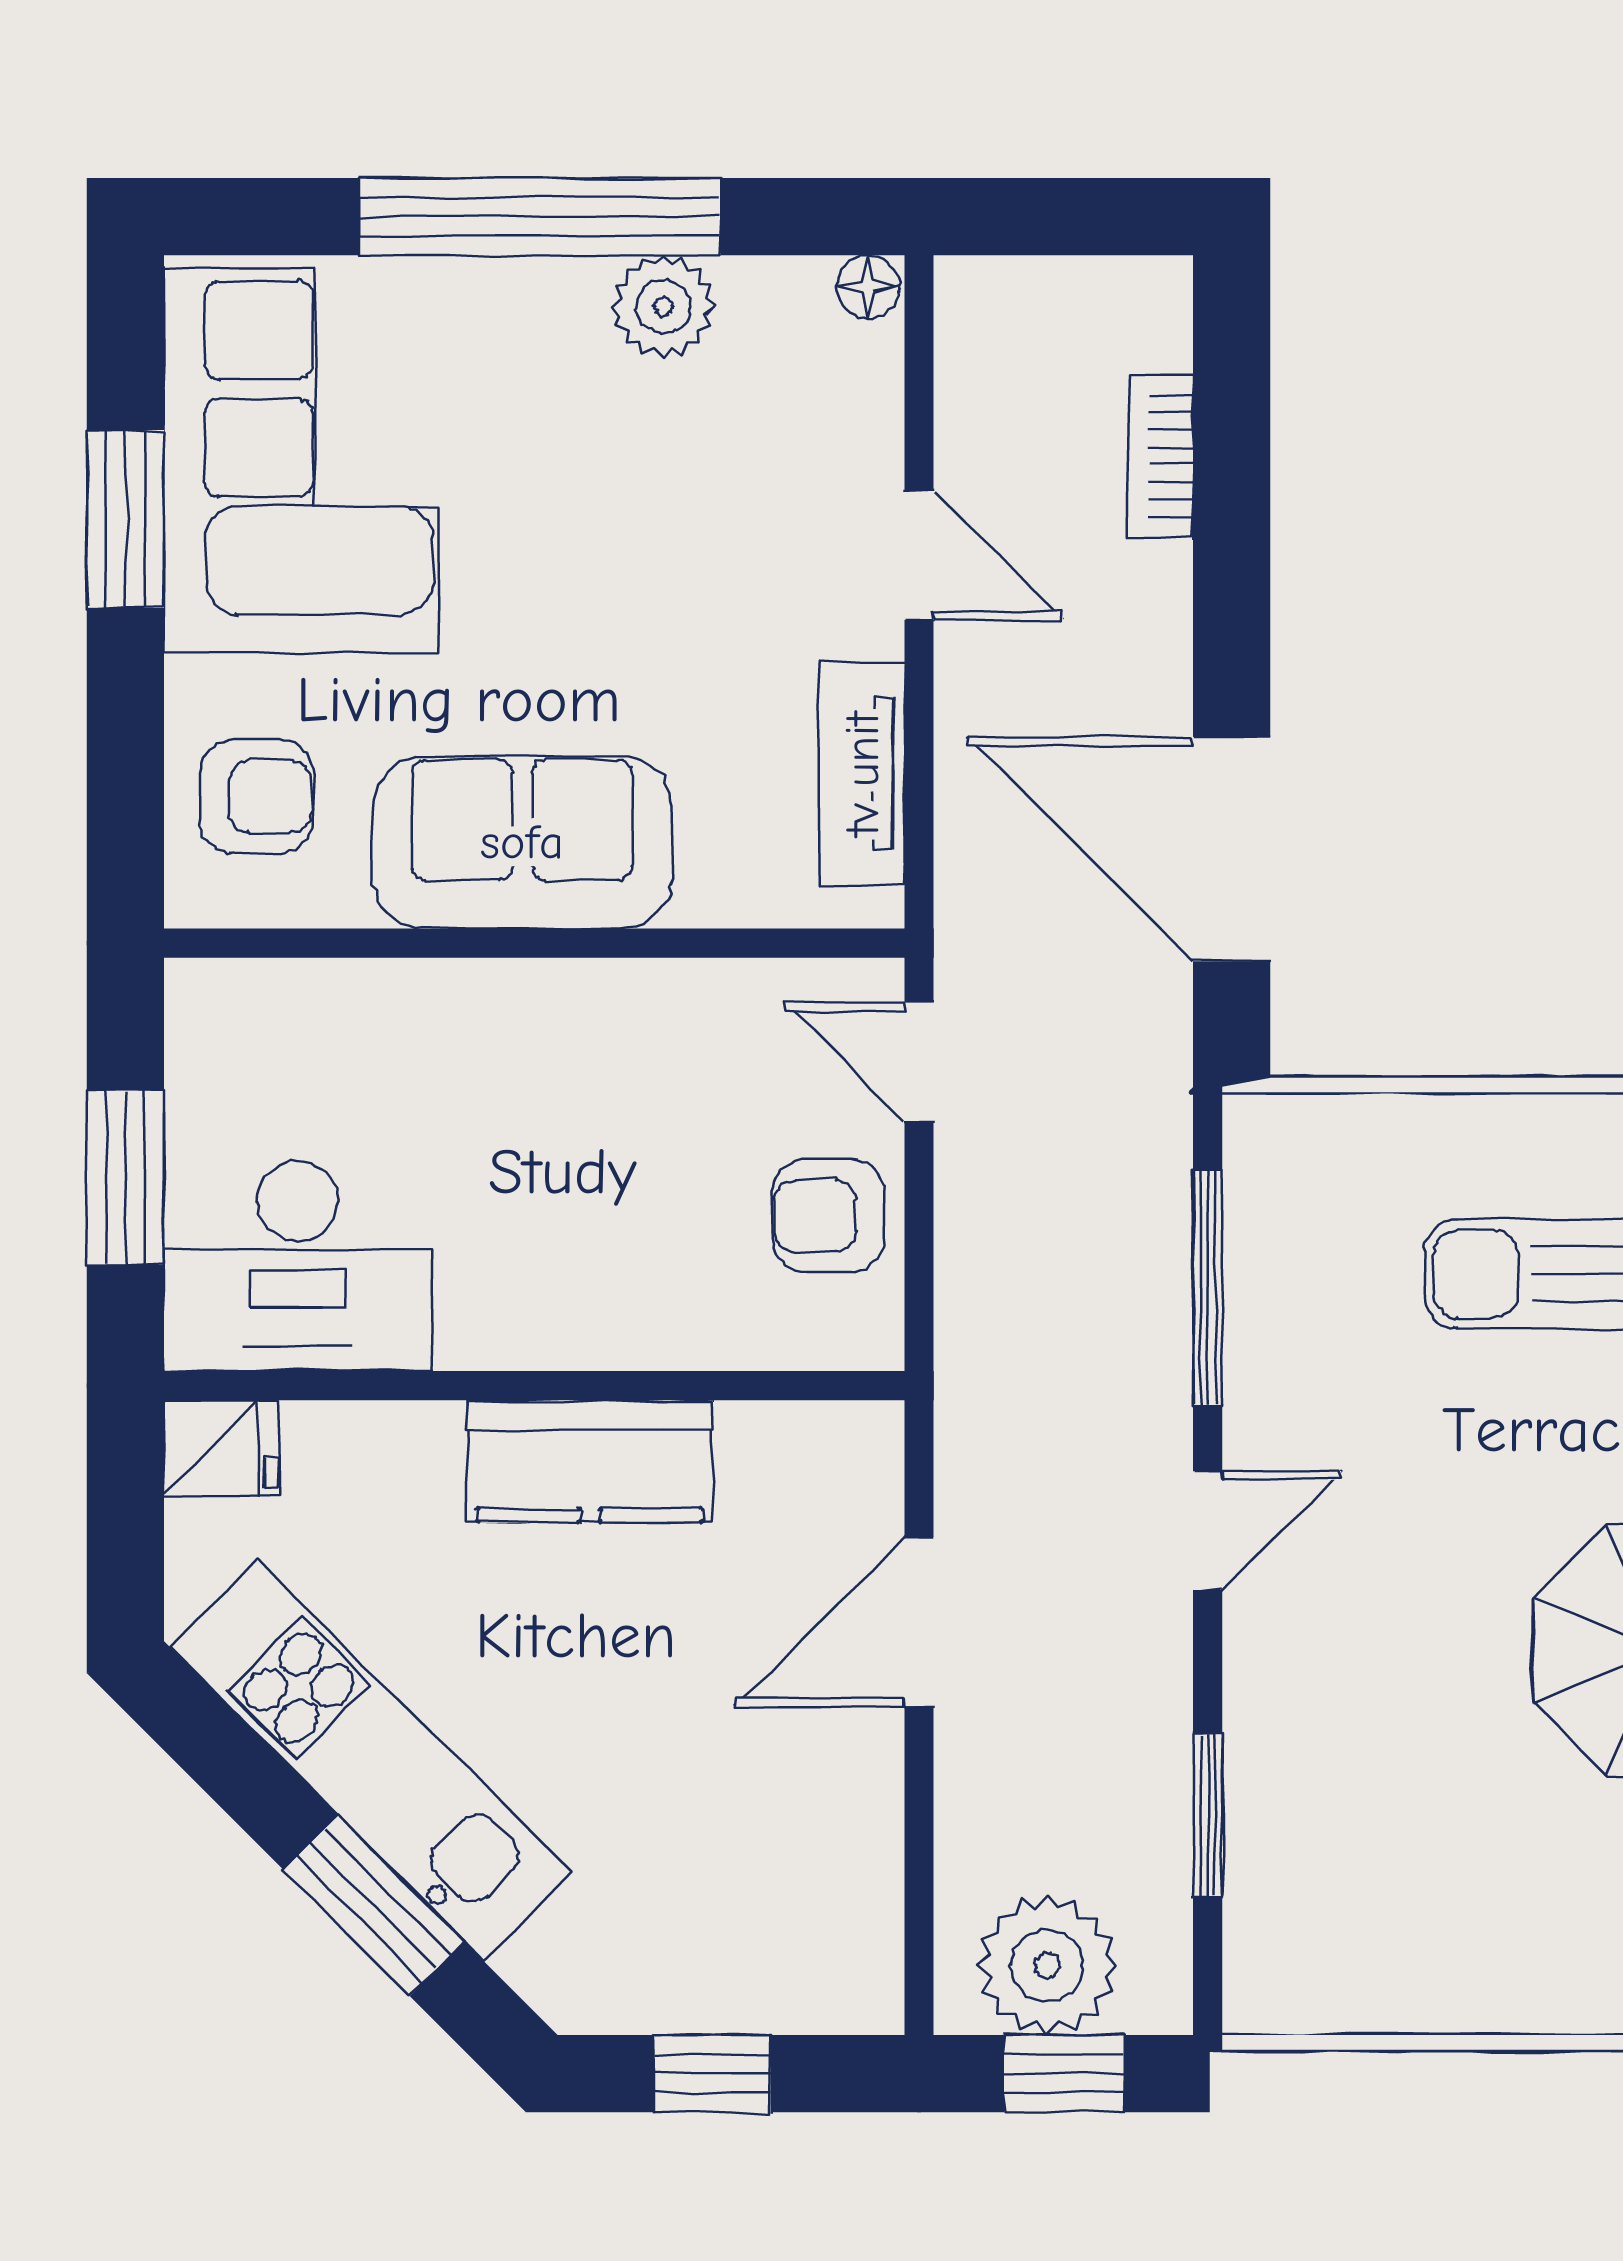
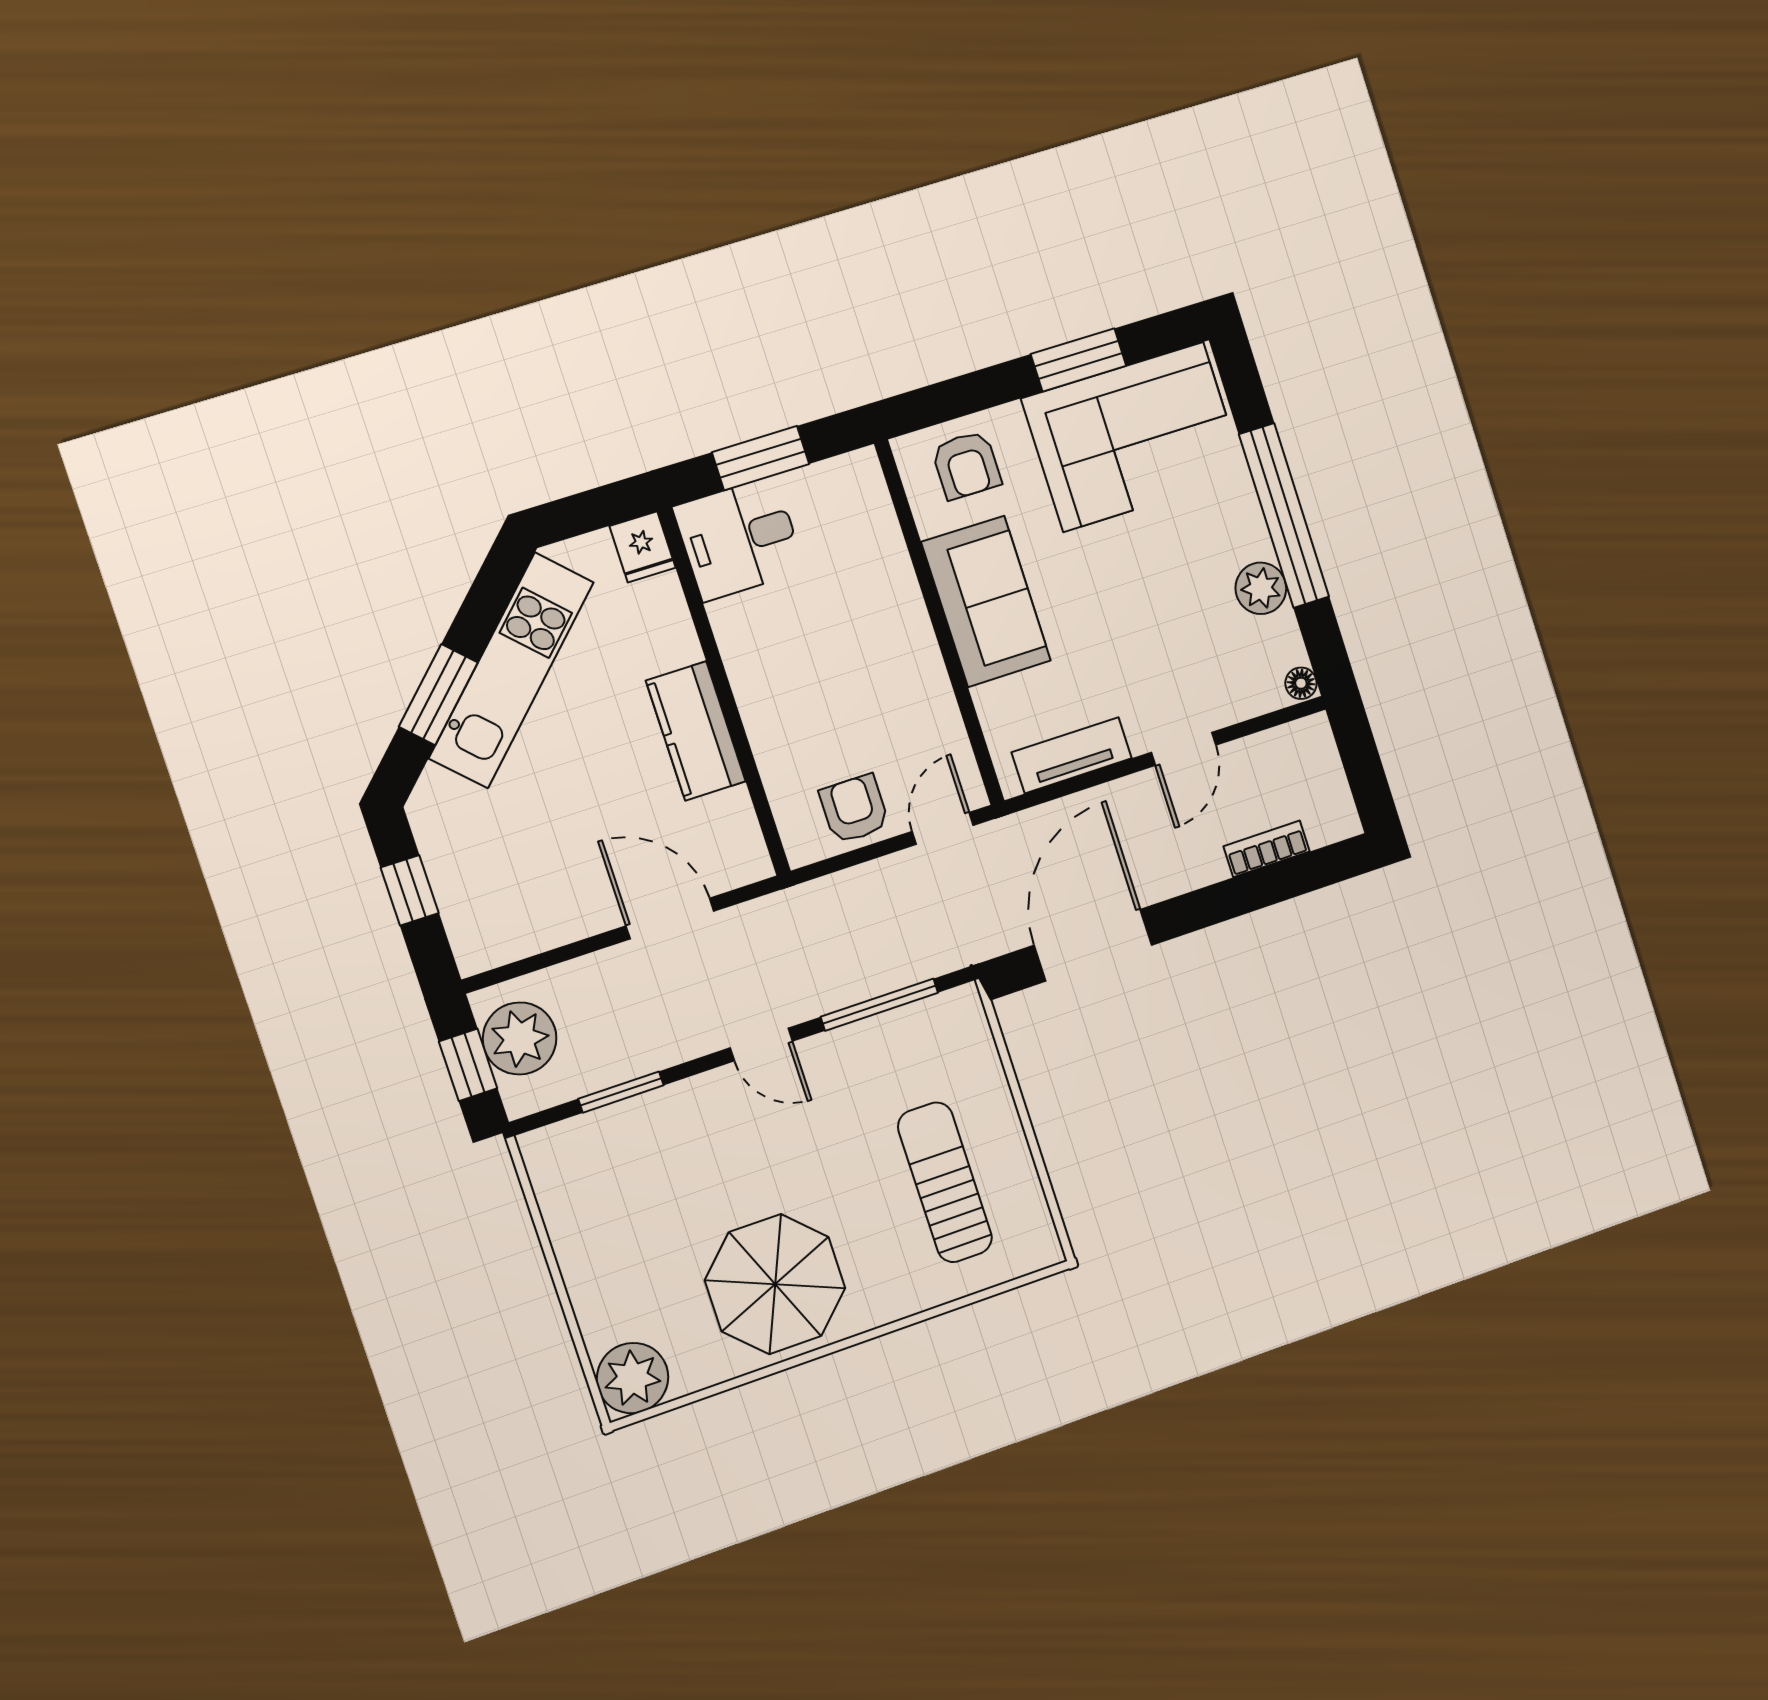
desk: (298, 1266) -> (739, 539), width x0.73

